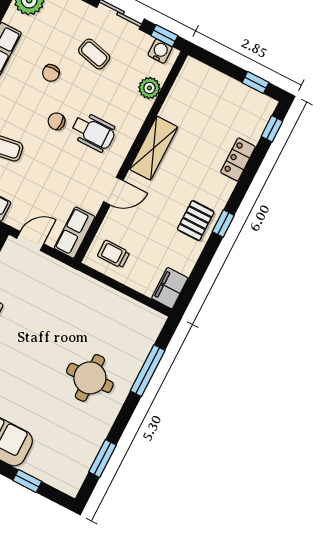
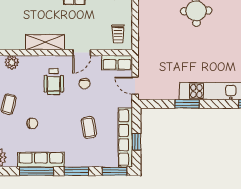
chair: (56, 121) -> (85, 84), moved
wheelchair: (93, 132) -> (54, 82), turned 180
door: (113, 191) -> (82, 53), swing flipped

